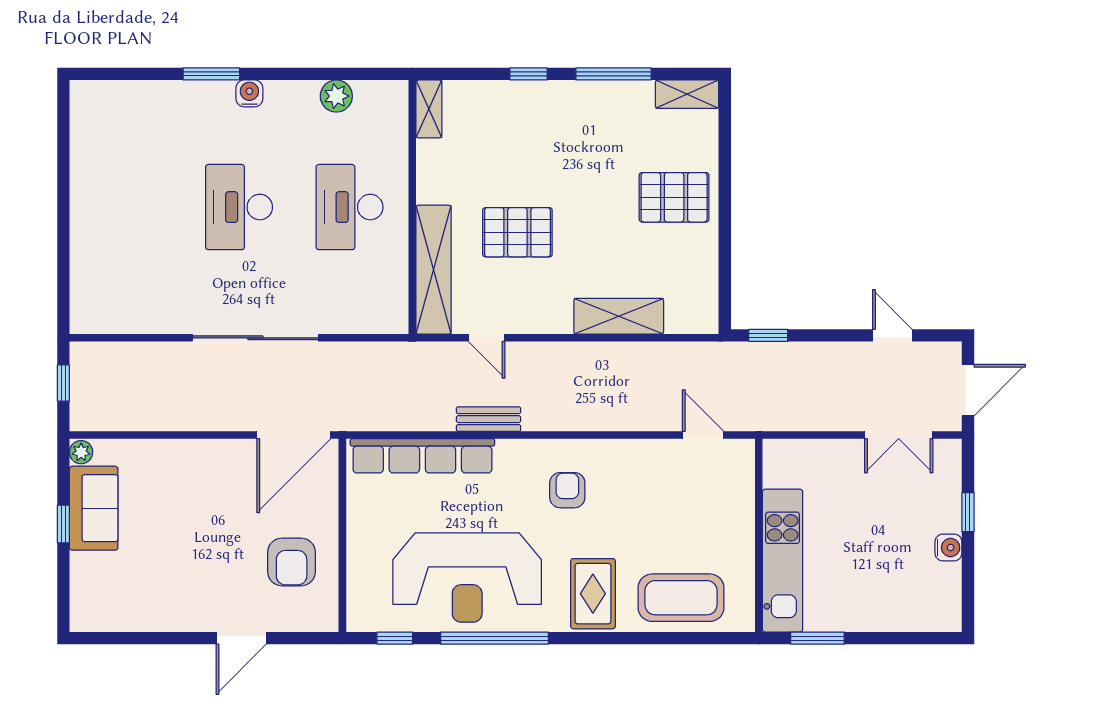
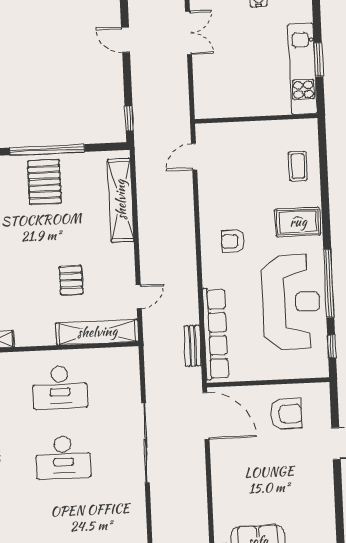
window: (725, 204) -> (47, 150), added
pallet: (517, 232) -> (71, 280), width x0.67, depth x0.71
shelving: (619, 316) -> (121, 200), width x1.47
door: (892, 335) -> (126, 40), hinge flipped
bench: (489, 419) -> (193, 346), moved
kitchen unit: (783, 561) -> (302, 69), moved, turned -90
coffee table: (681, 598) -> (298, 166), width x0.54, depth x0.58
window: (817, 638) -> (319, 59), moved

